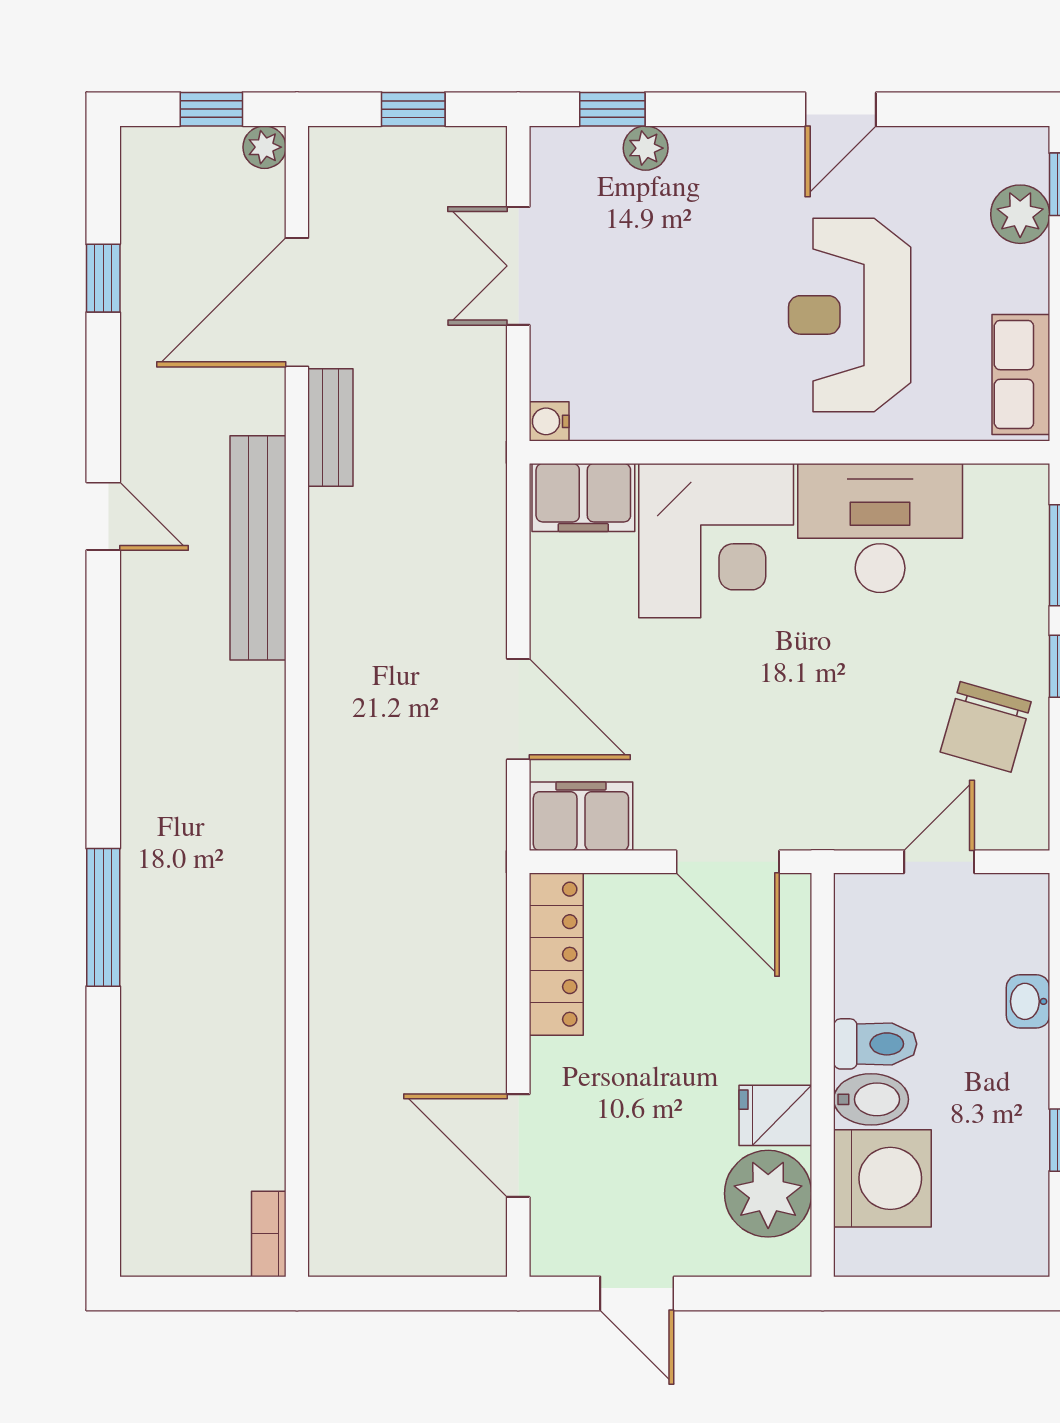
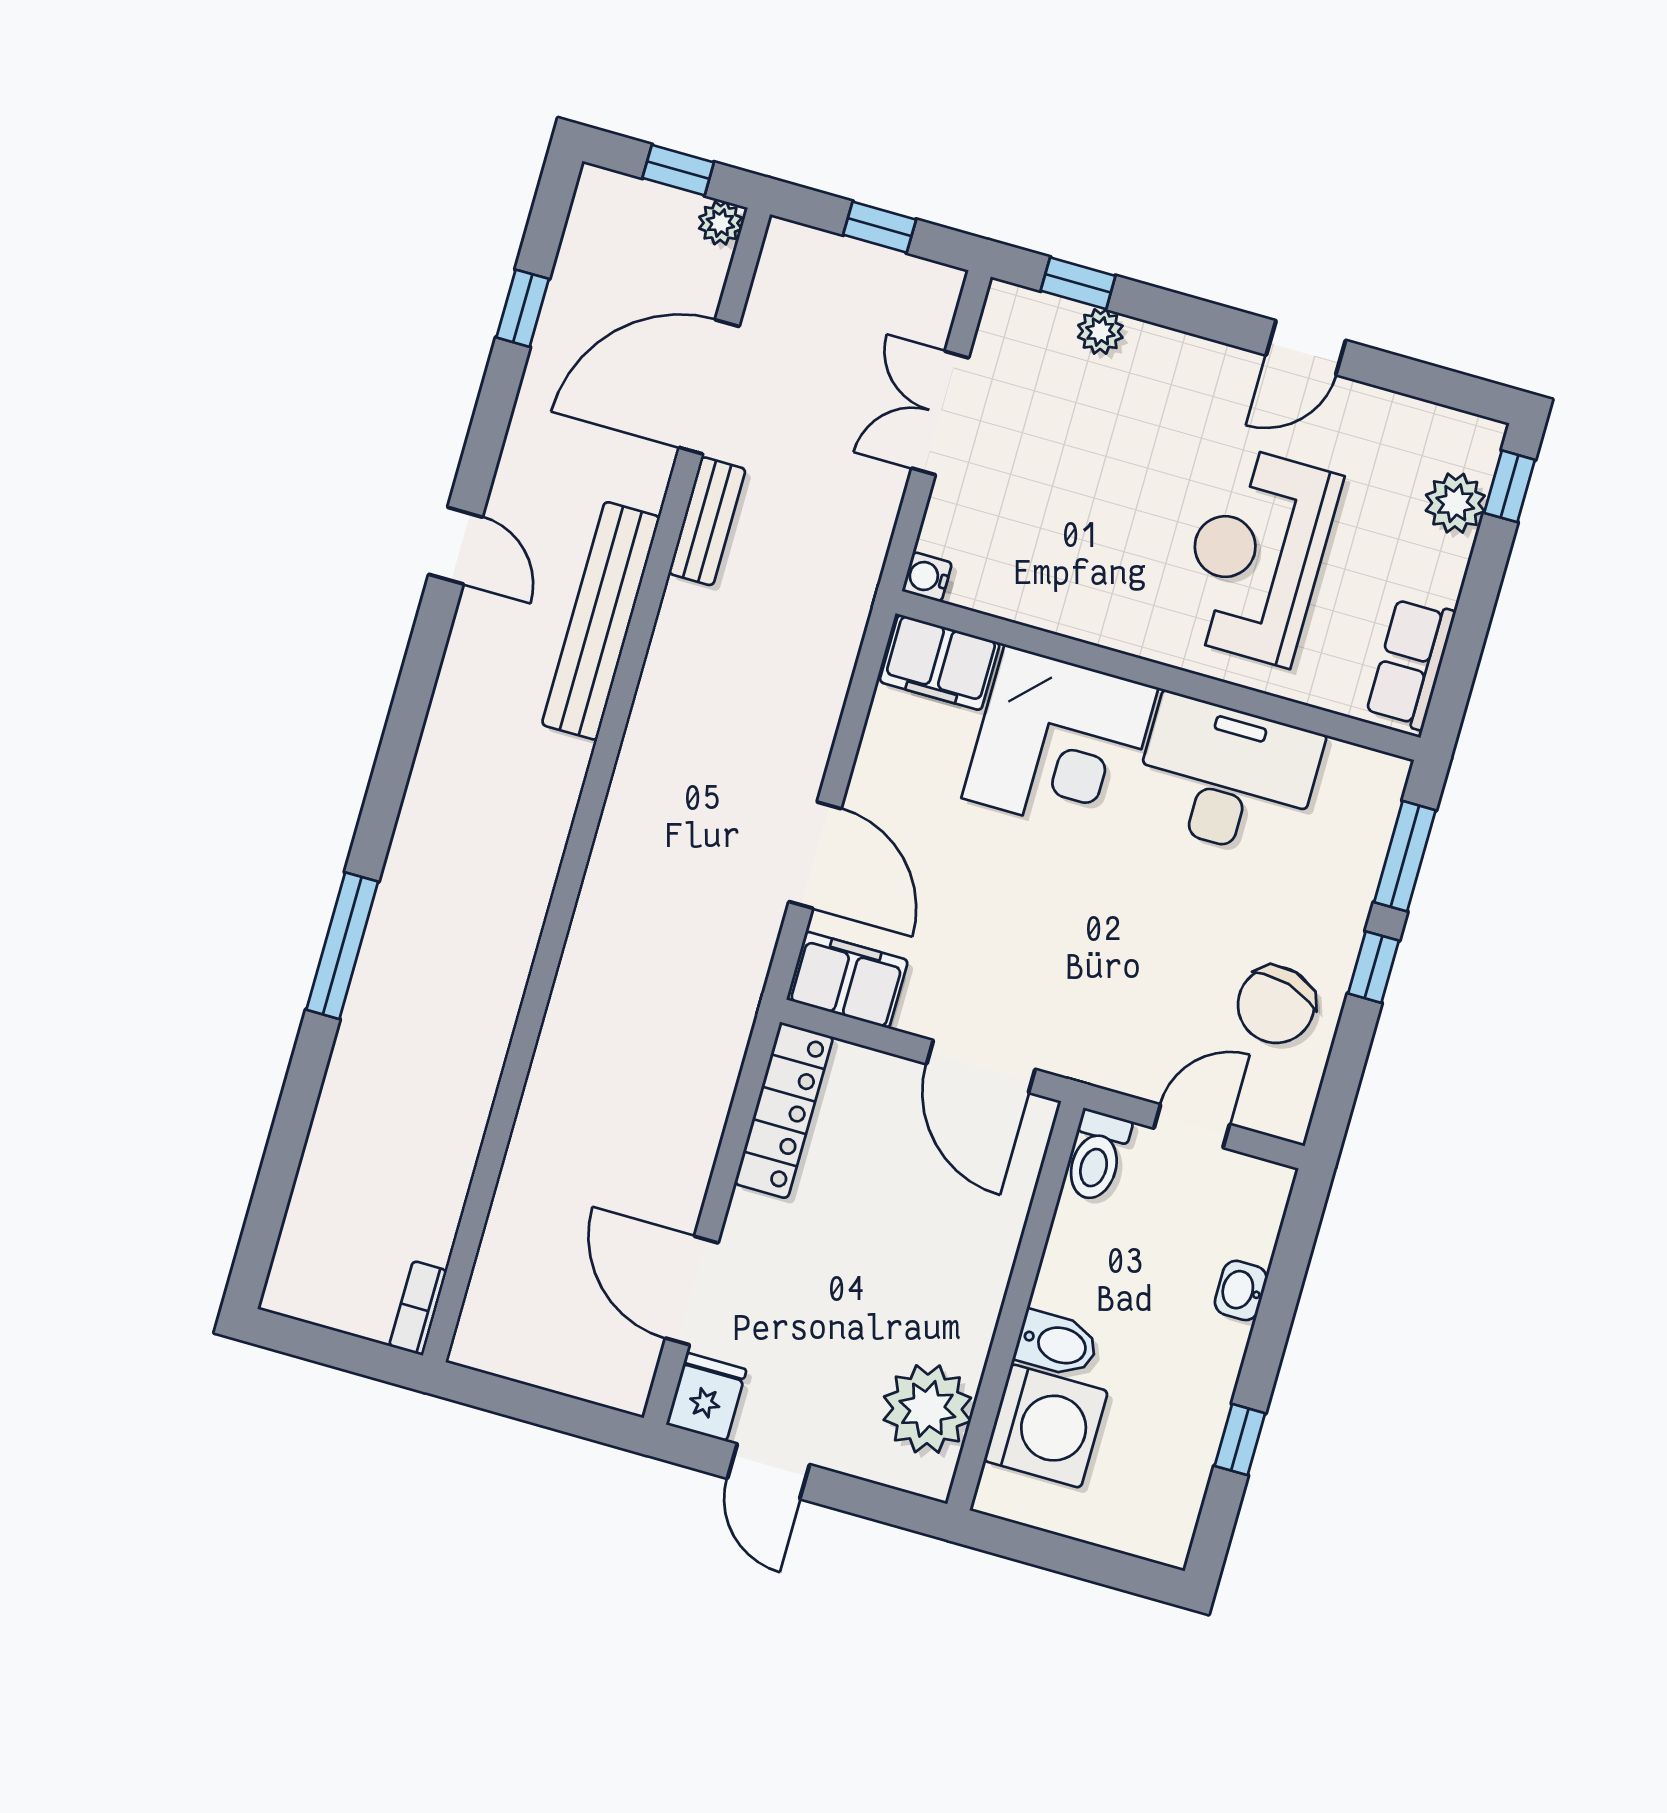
toilet: (875, 1044) -> (1097, 1156), moved, turned 90
fridge: (775, 1115) -> (706, 1397), moved, turned 90

